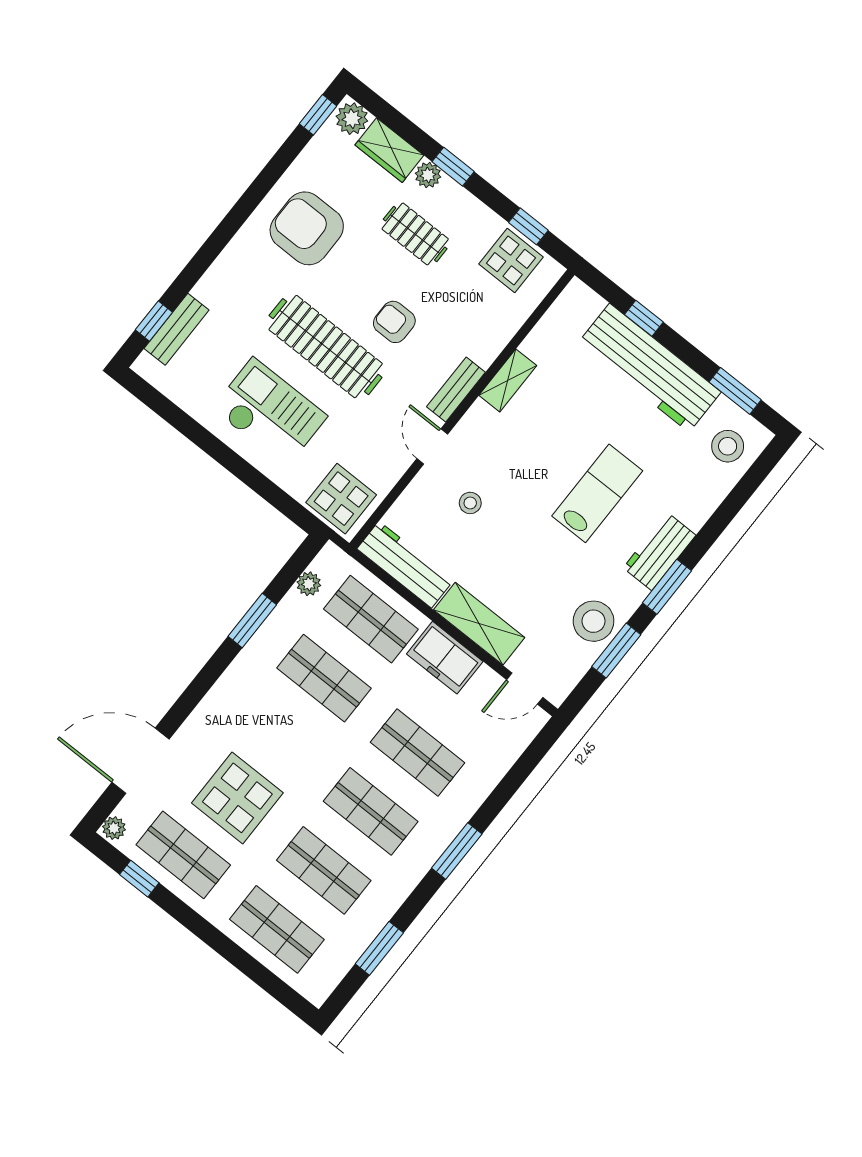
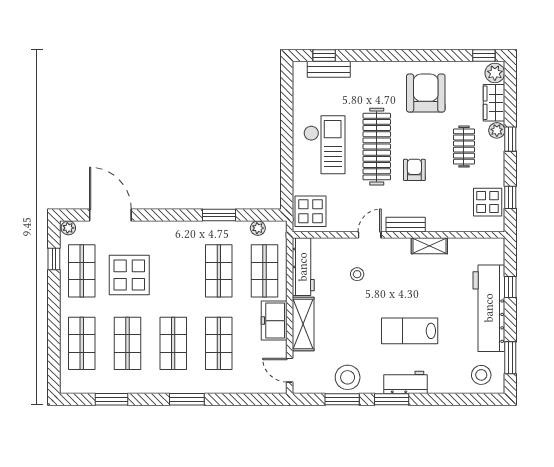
lab bench: (597, 493) -> (410, 331), turned 180

